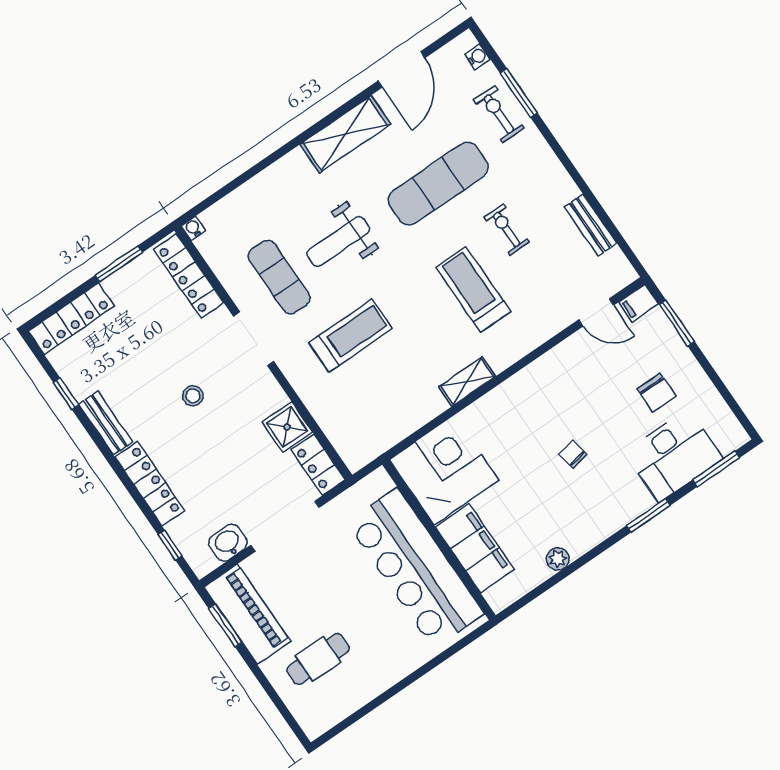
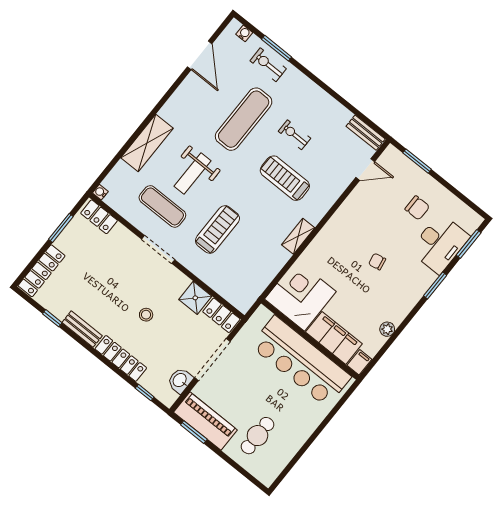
shelving: (345, 134) -> (147, 143), moved
bench: (591, 225) -> (366, 133), moved
locker: (189, 276) -> (99, 217), width x0.66
filing cabinet: (639, 303) -> (359, 362), moved, turned 180
stool: (193, 396) -> (146, 315), moved

